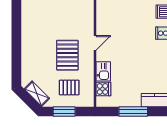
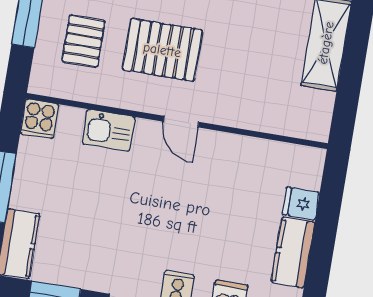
cooker: (103, 89) -> (39, 119), moved

